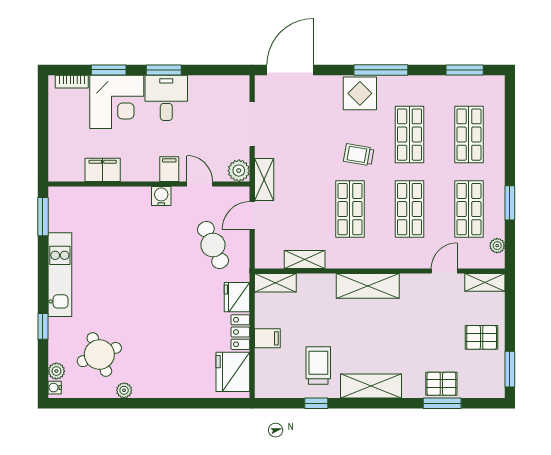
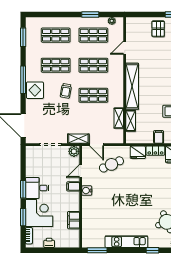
printer: (57, 122) -> (49, 243), added
door: (444, 271) -> (125, 48), hinge flipped
shelving: (485, 282) -> (130, 27), removed
shelving: (275, 283) -> (131, 121), moved
shelving: (368, 286) -> (132, 86), width x1.47

